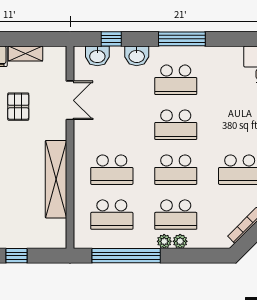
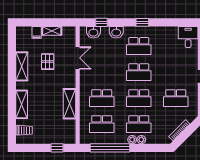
window: (182, 39) -> (142, 22), width x0.46
shelving: (56, 179) -> (69, 104), width x0.68
window: (17, 256) -> (57, 148), moved

